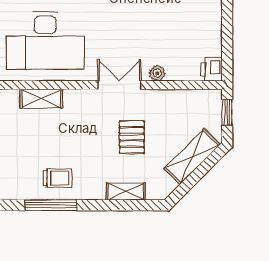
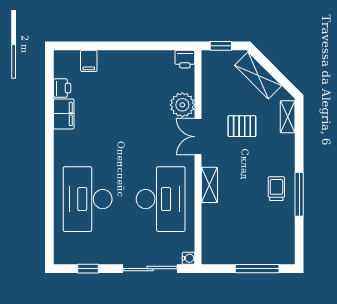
plant: (157, 73) -> (182, 105), width x1.87, depth x1.87
shelving: (41, 99) -> (209, 185), moved
shelving: (126, 192) -> (288, 117), moved

